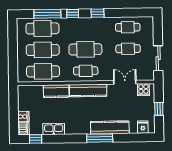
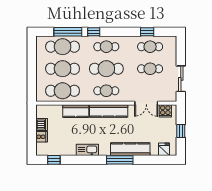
window: (97, 13) -> (147, 32), moved
cafe table: (85, 28) -> (106, 47), added
double door: (125, 82) -> (146, 103), swing flipped
dishwasher: (24, 129) -> (42, 124), moved
kitchen sink: (54, 129) -> (87, 150), moved

